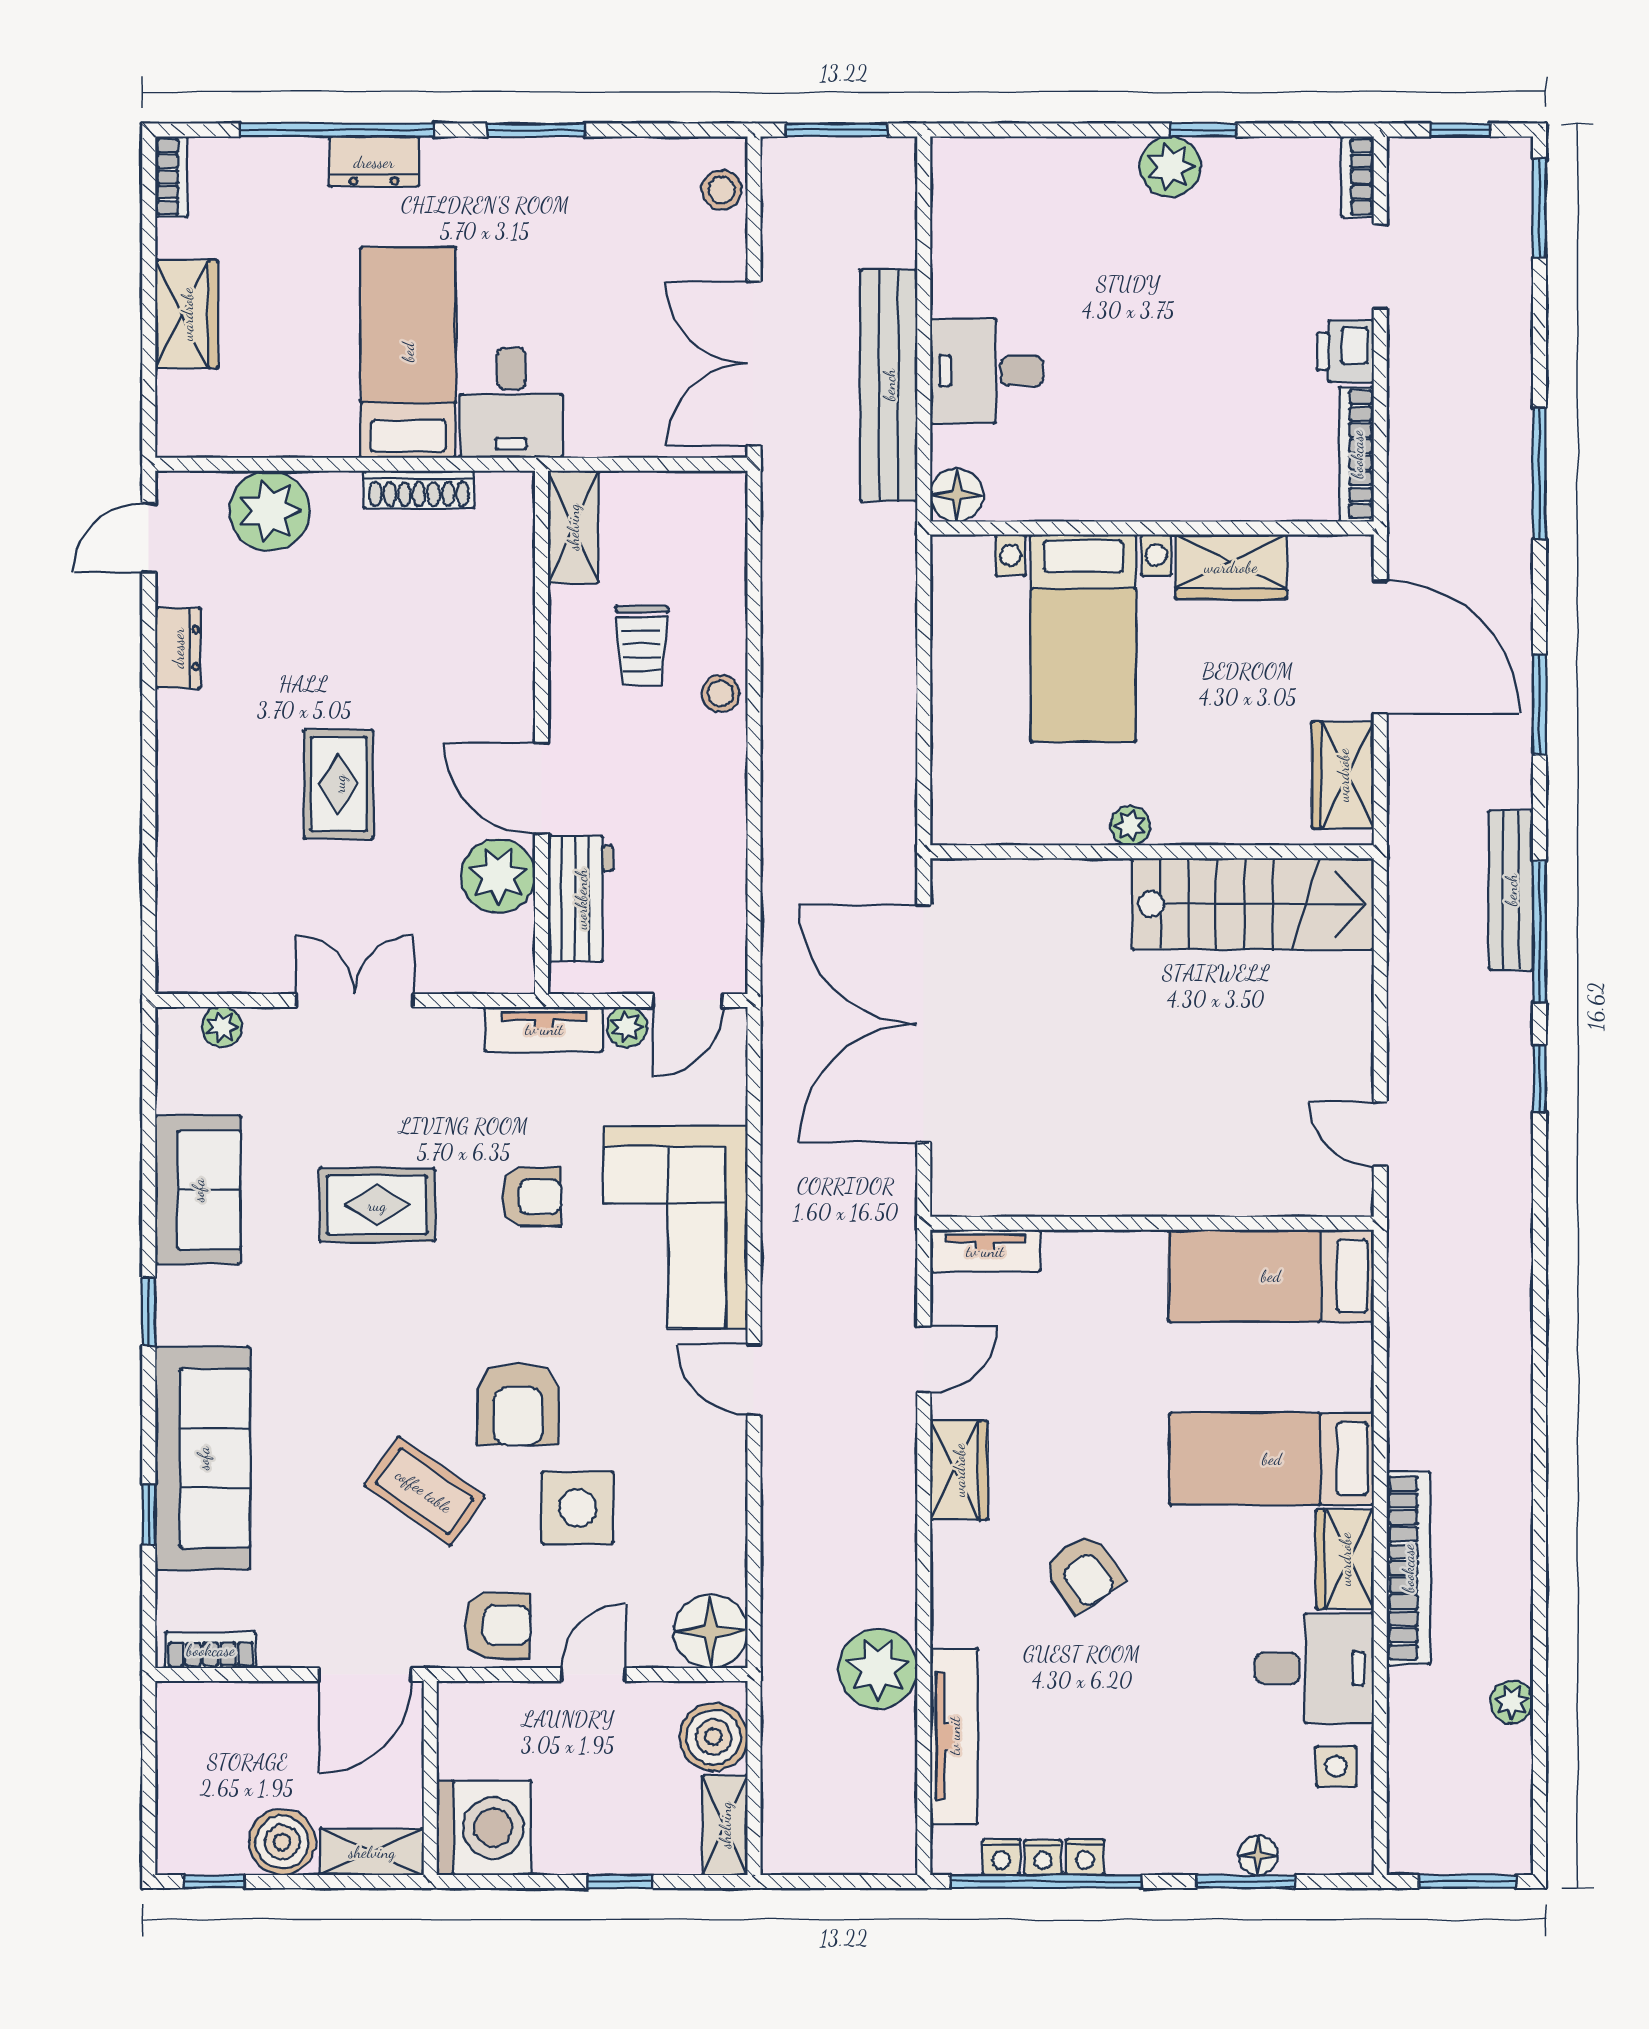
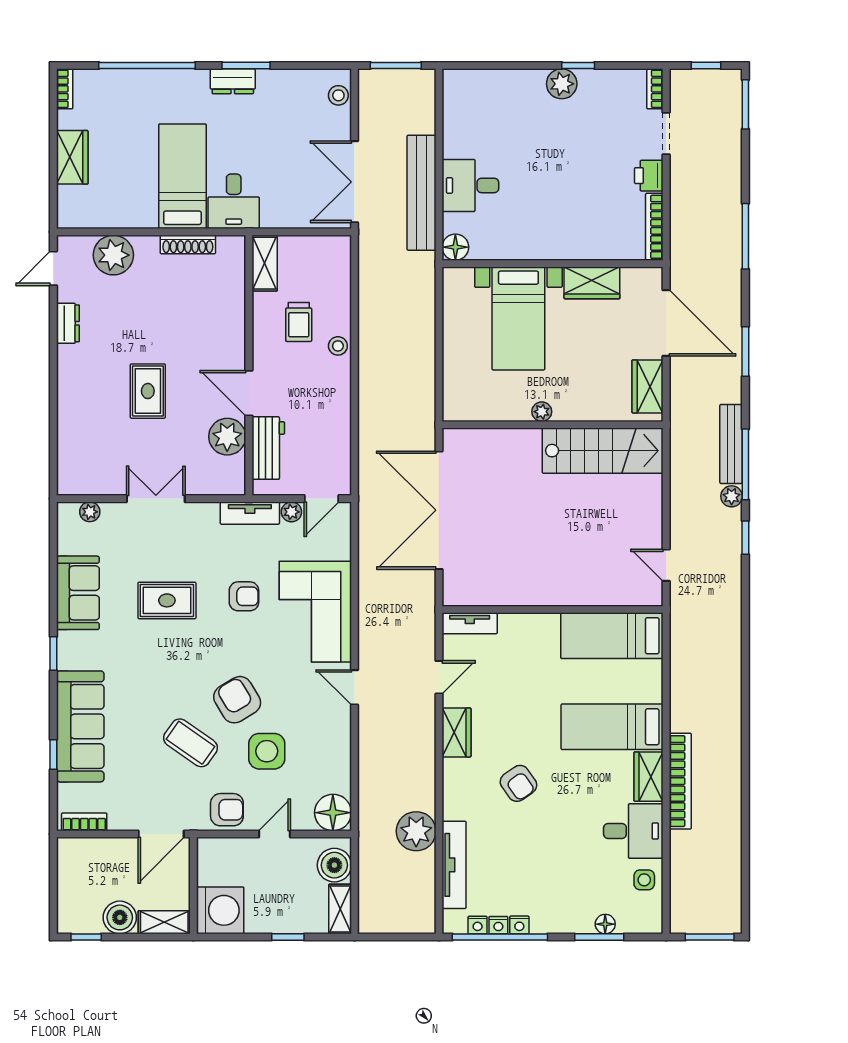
dresser: (374, 162) -> (233, 81), moved
armchair: (518, 1405) -> (237, 700), turned 149
plant: (1512, 1702) -> (732, 496), moved

